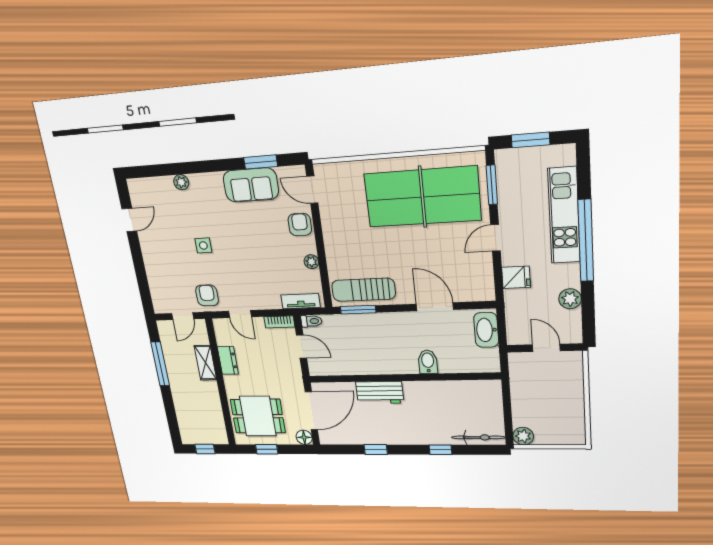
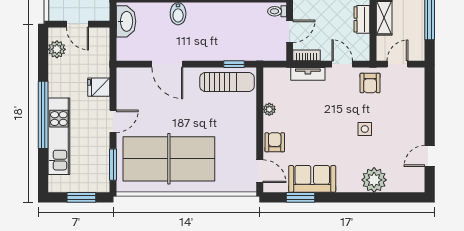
plant: (181, 182) -> (374, 180), width x1.88, depth x1.88
armchair: (300, 225) -> (275, 142), turned 180
plant: (570, 299) -> (57, 49), moved
tv unit: (301, 301) -> (308, 74), moved
window: (358, 310) -> (234, 64), width x0.67
toilet: (311, 321) -> (277, 11), moved
washbasin: (486, 330) -> (126, 21), moved
door: (301, 347) -> (290, 31), swing flipped

